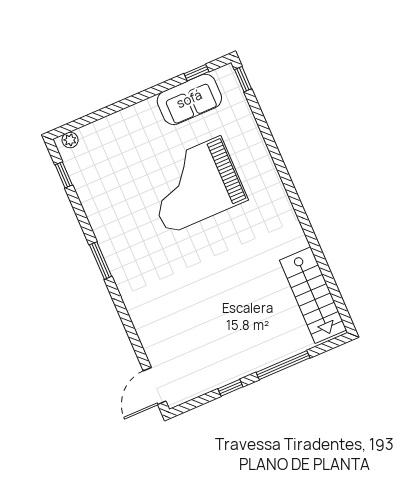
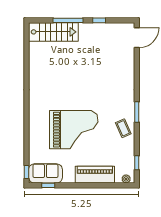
sofa: (189, 99) -> (45, 173), moved
piano: (126, 124) -> (95, 175), added
coffee table: (112, 223) -> (123, 128), added
stairs: (313, 295) -> (53, 32), moved, turned 90

